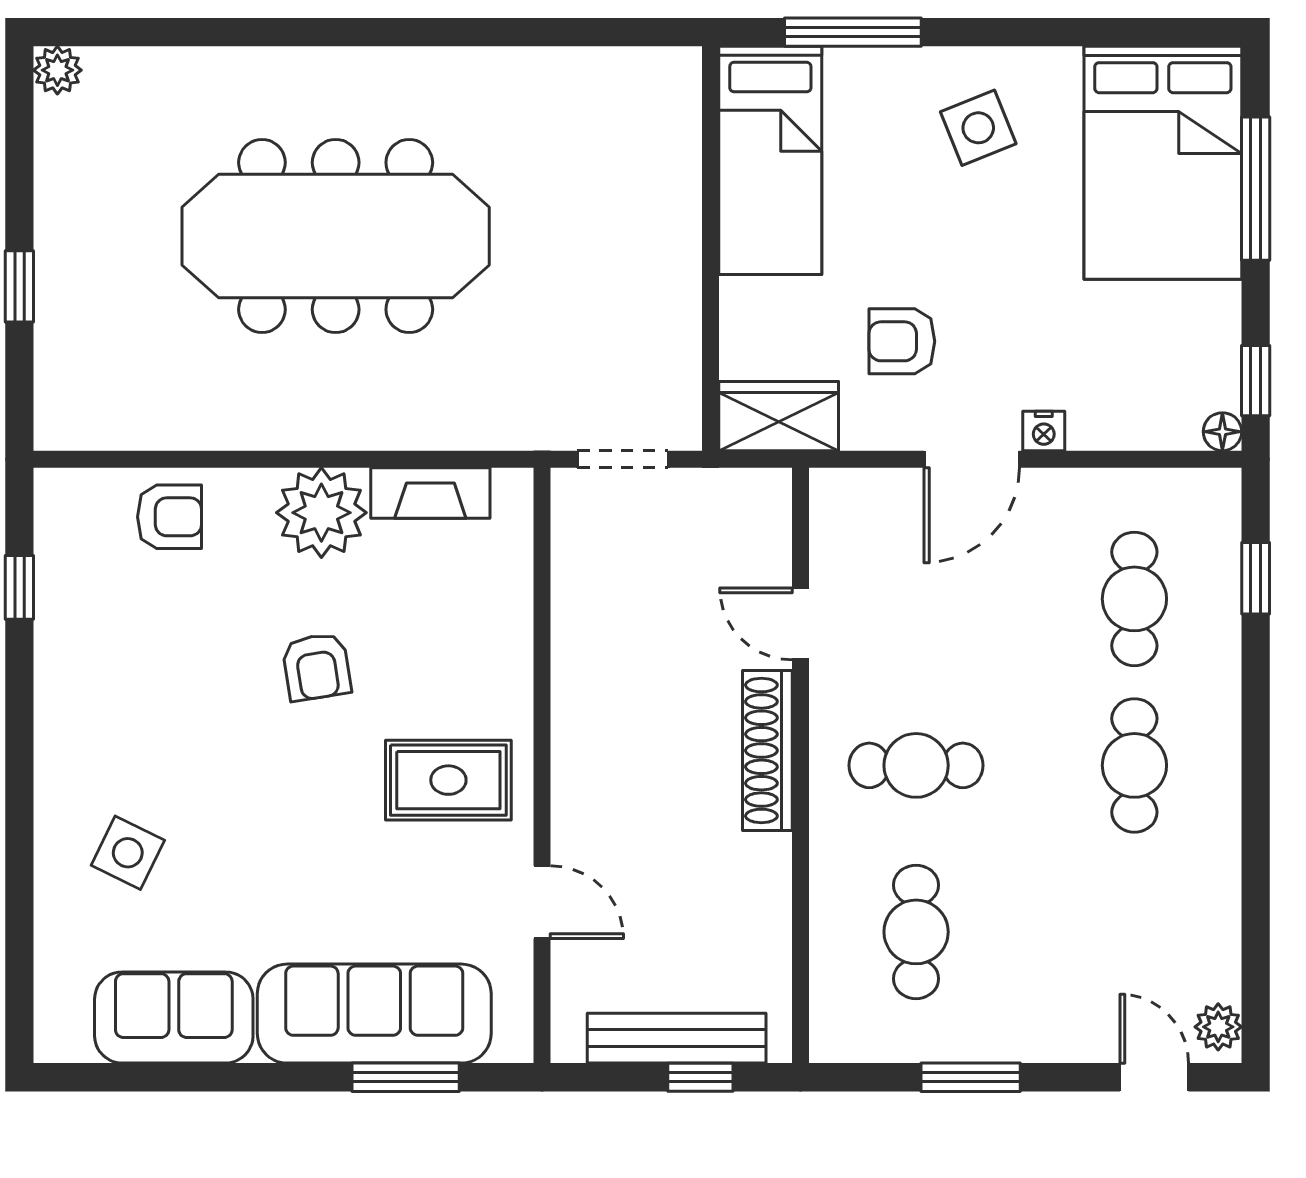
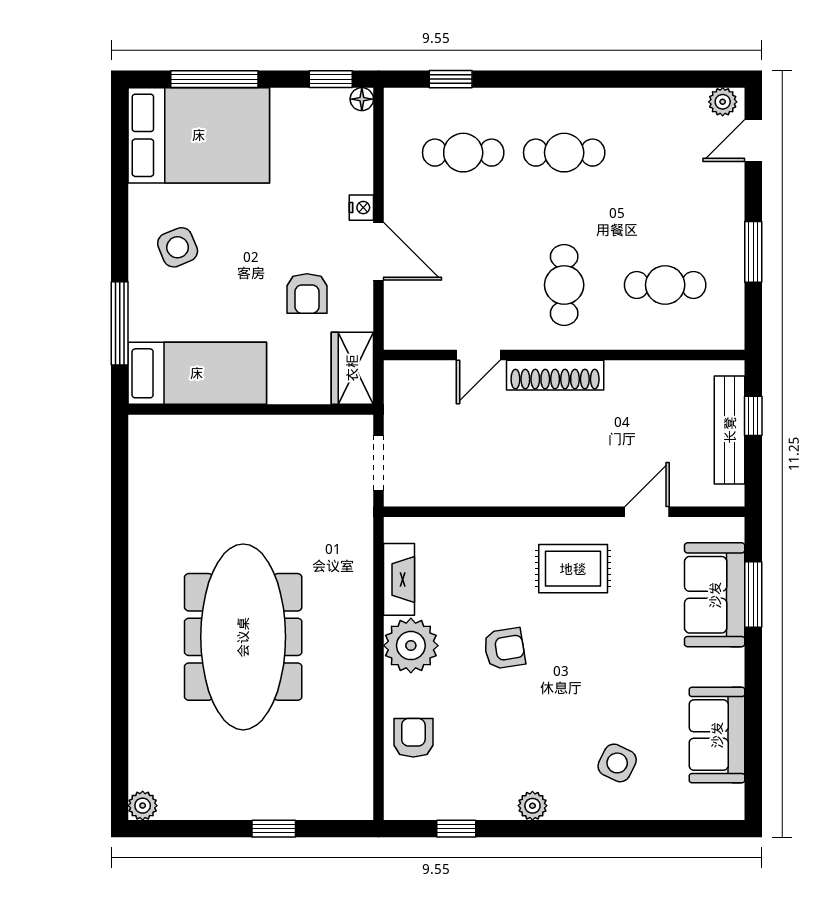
plant: (57, 713) -> (532, 806), added
rug: (448, 780) -> (573, 569), turned 90
sofa: (374, 1014) -> (715, 595), width x0.73

